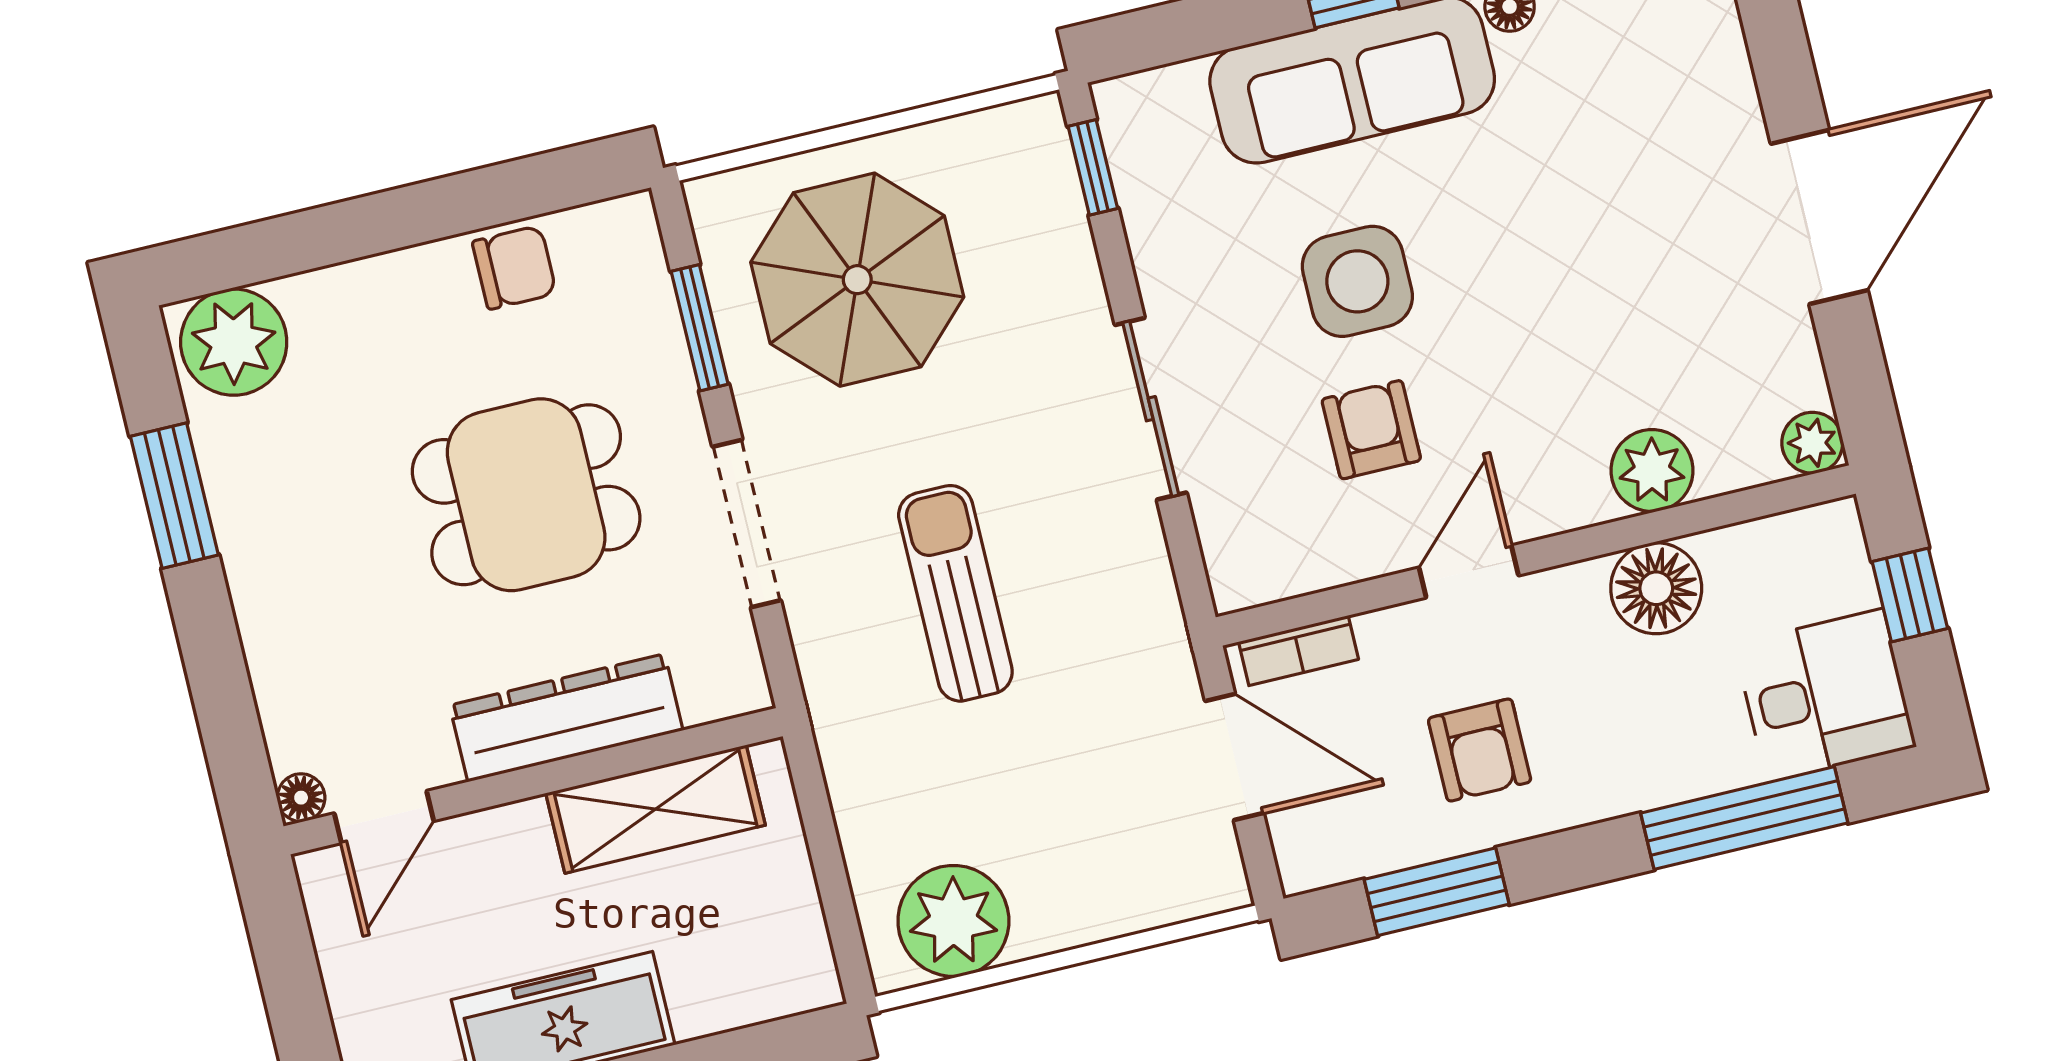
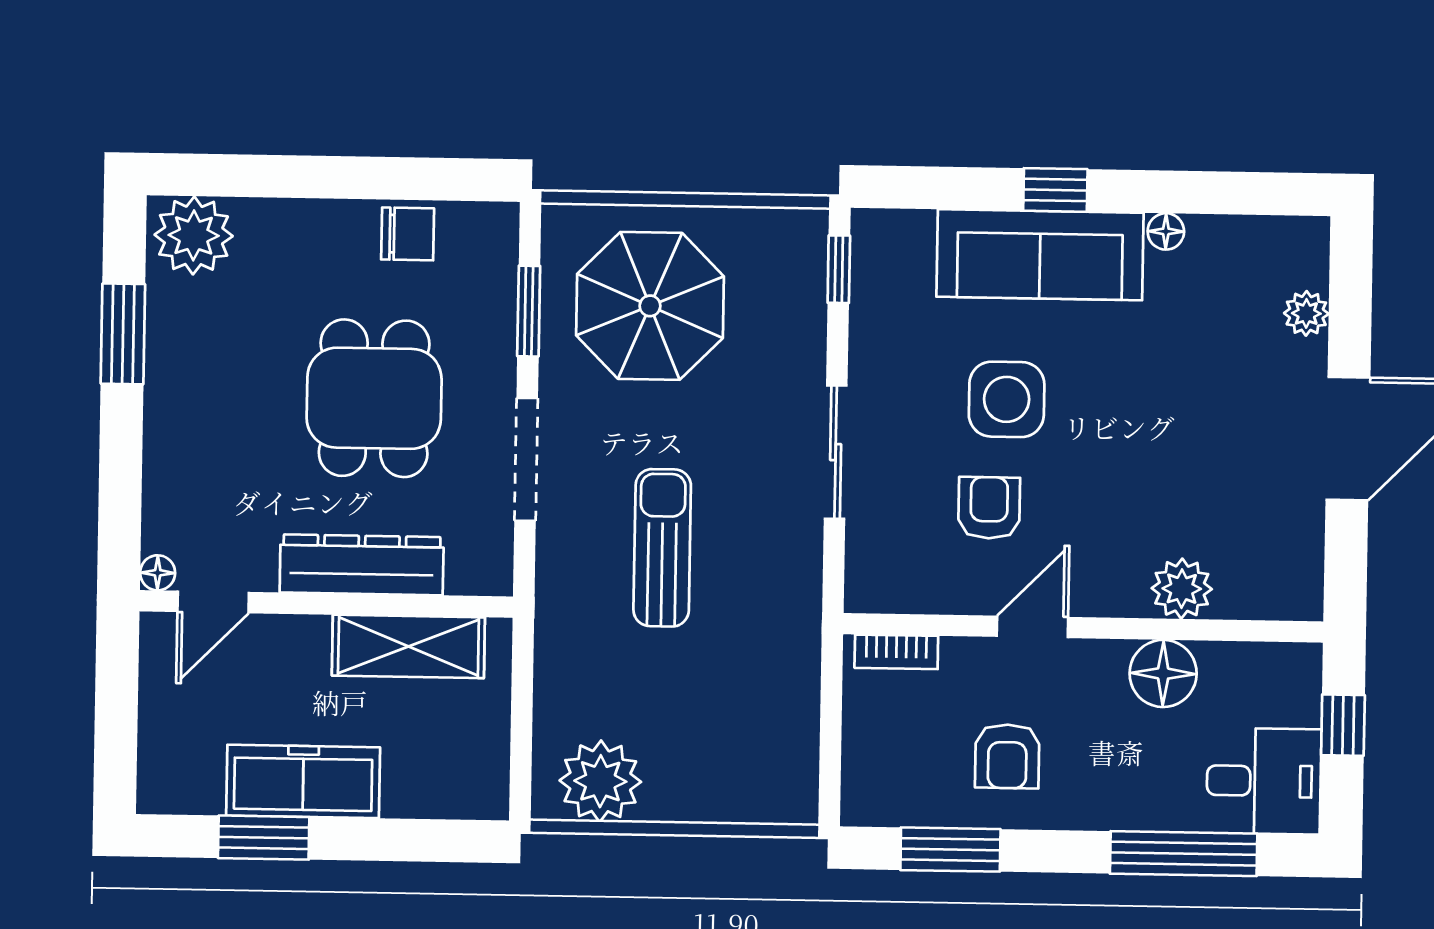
plant: (1812, 443) -> (1306, 313), moved
dining table: (526, 495) -> (374, 398), turned 90
door: (1234, 757) -> (831, 716), removed

